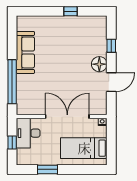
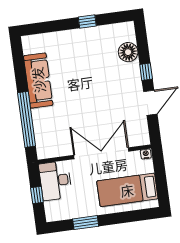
window: (111, 46) -> (146, 72), moved
floor lamp: (99, 64) -> (128, 52), moved

